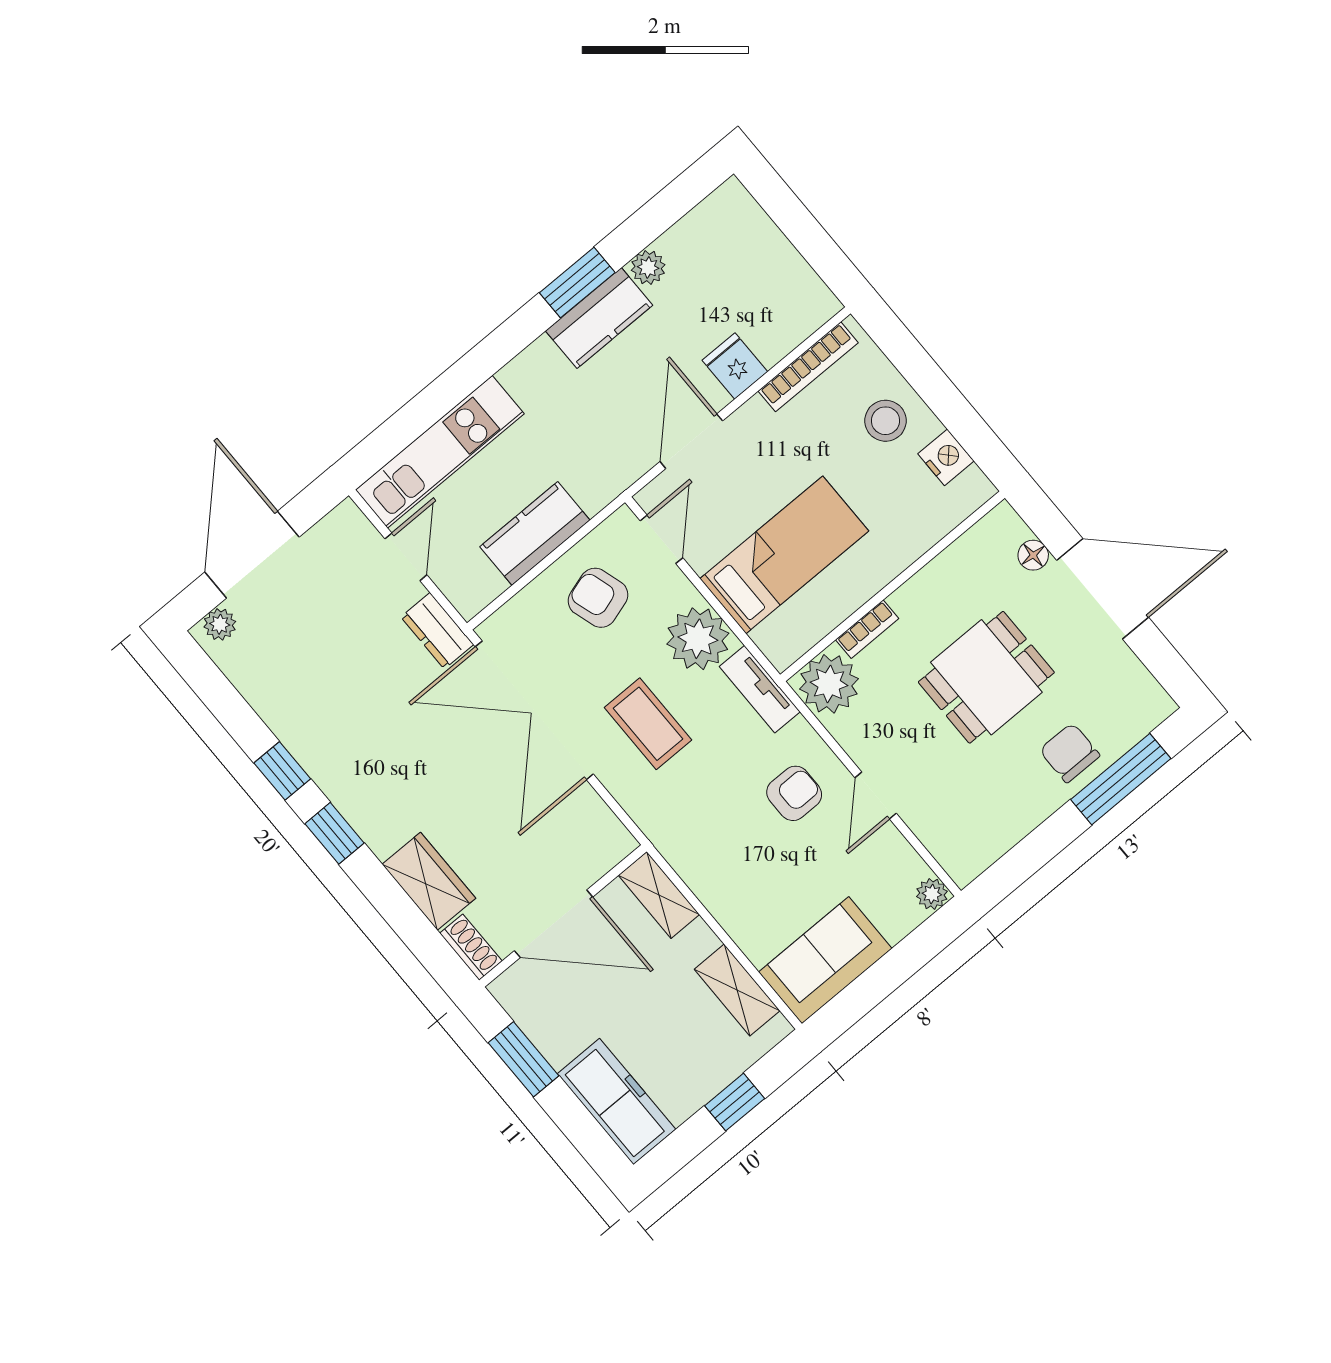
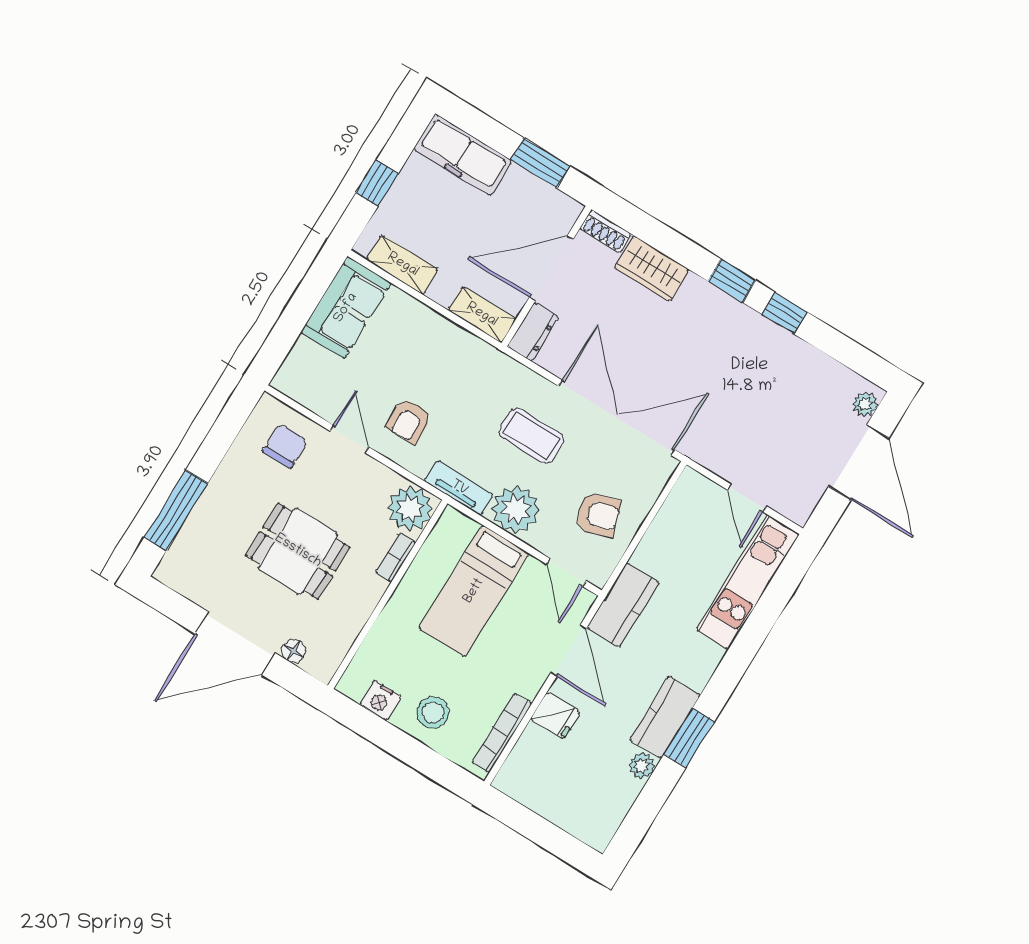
kitchen counter: (535, 533) -> (623, 605), moved
dresser: (437, 631) -> (533, 332), moved, turned 90
dining table: (986, 677) -> (298, 551), turned 90
chair: (1070, 753) -> (285, 446), moved, turned -90
plant: (932, 894) -> (285, 381), removed

